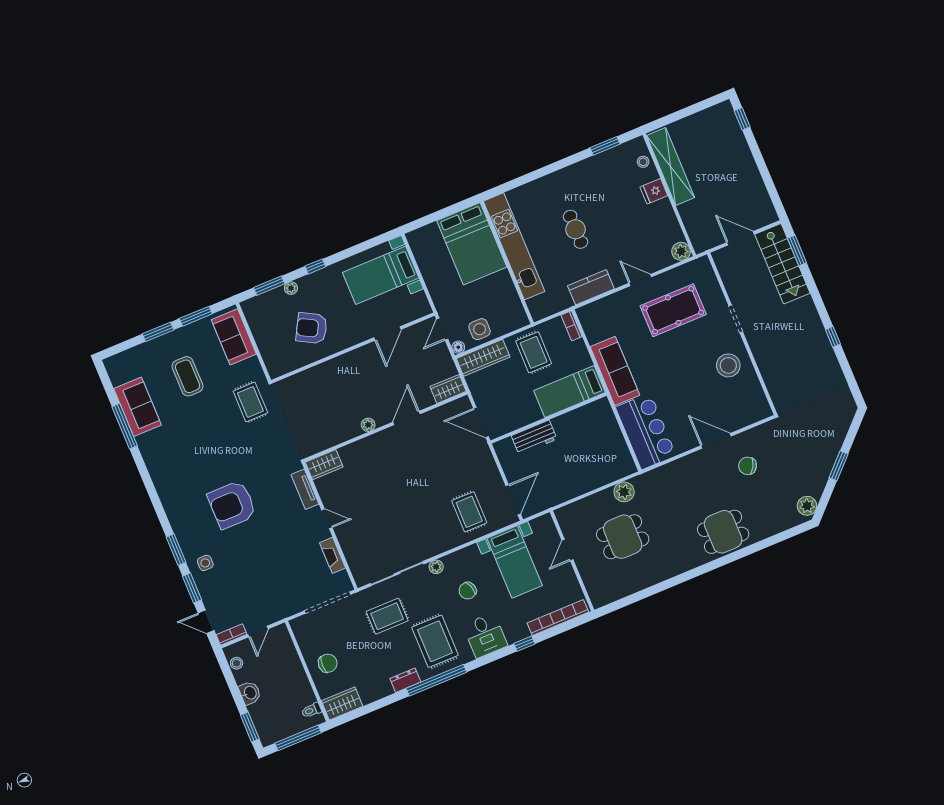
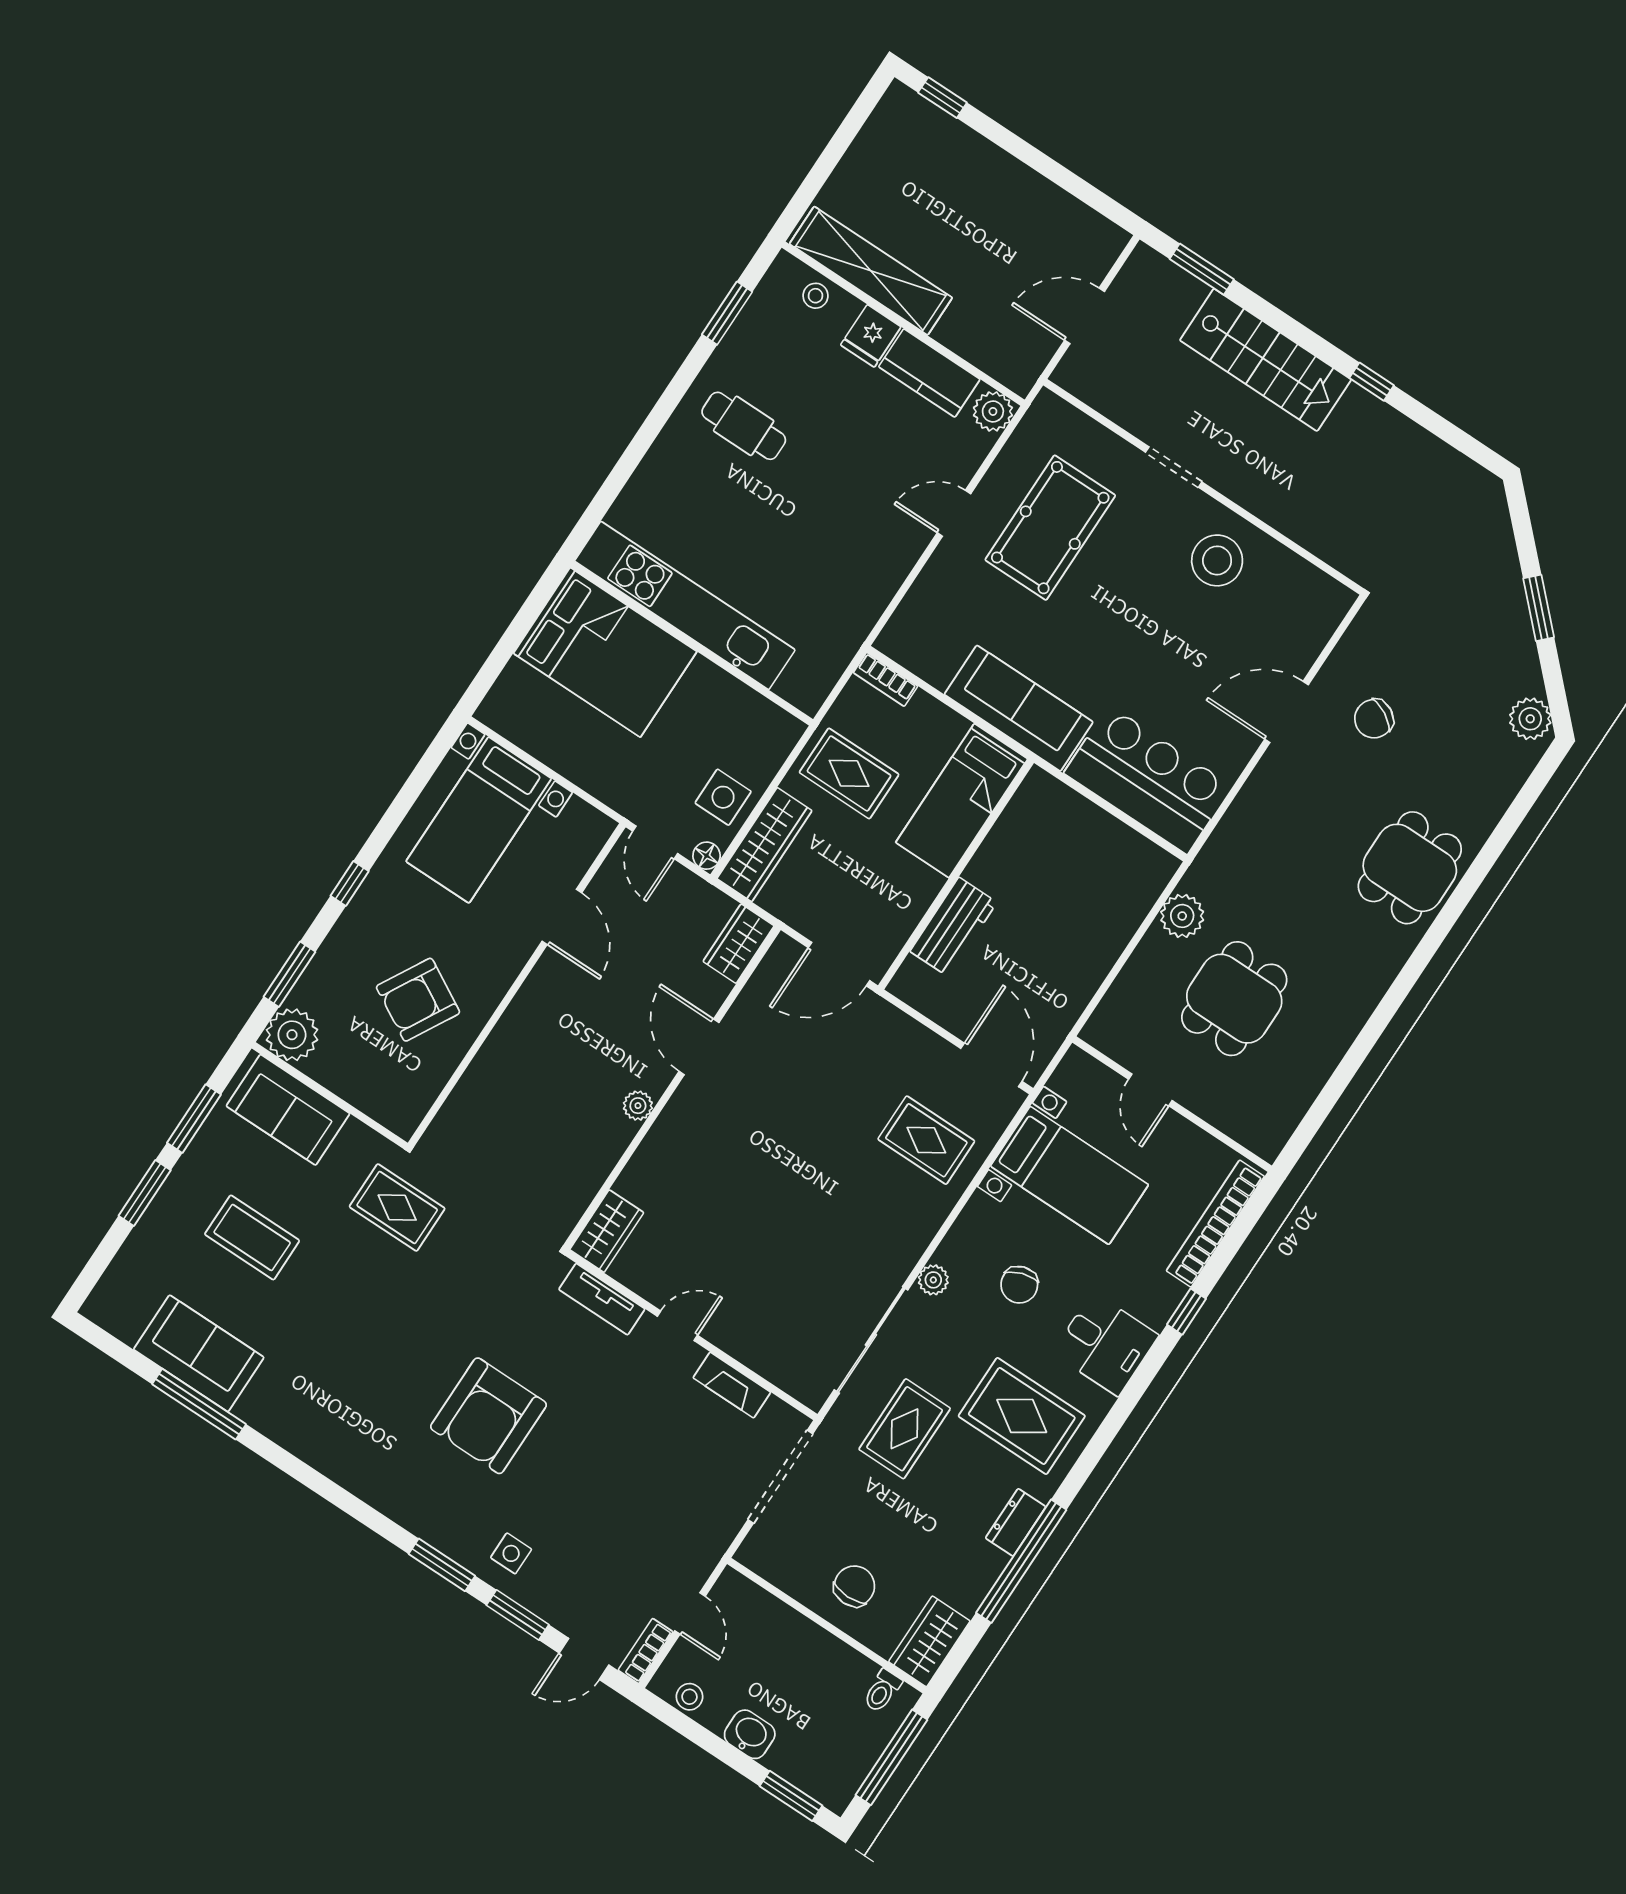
cafe table: (575, 229) -> (744, 426), moved
stairs: (782, 264) -> (1266, 360), moved
kitchen counter: (591, 287) -> (929, 373), moved, turned -90
plant: (291, 288) -> (292, 1035), moved, width x1.87, depth x1.87
window: (436, 680) -> (1021, 1561), moved

